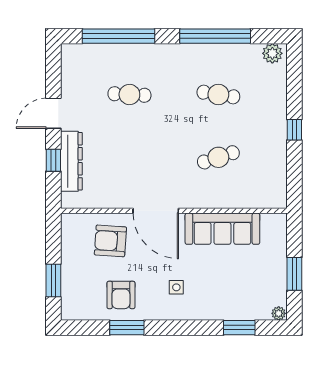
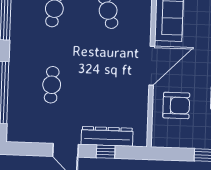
armchair: (110, 241) -> (176, 105), turned -94

